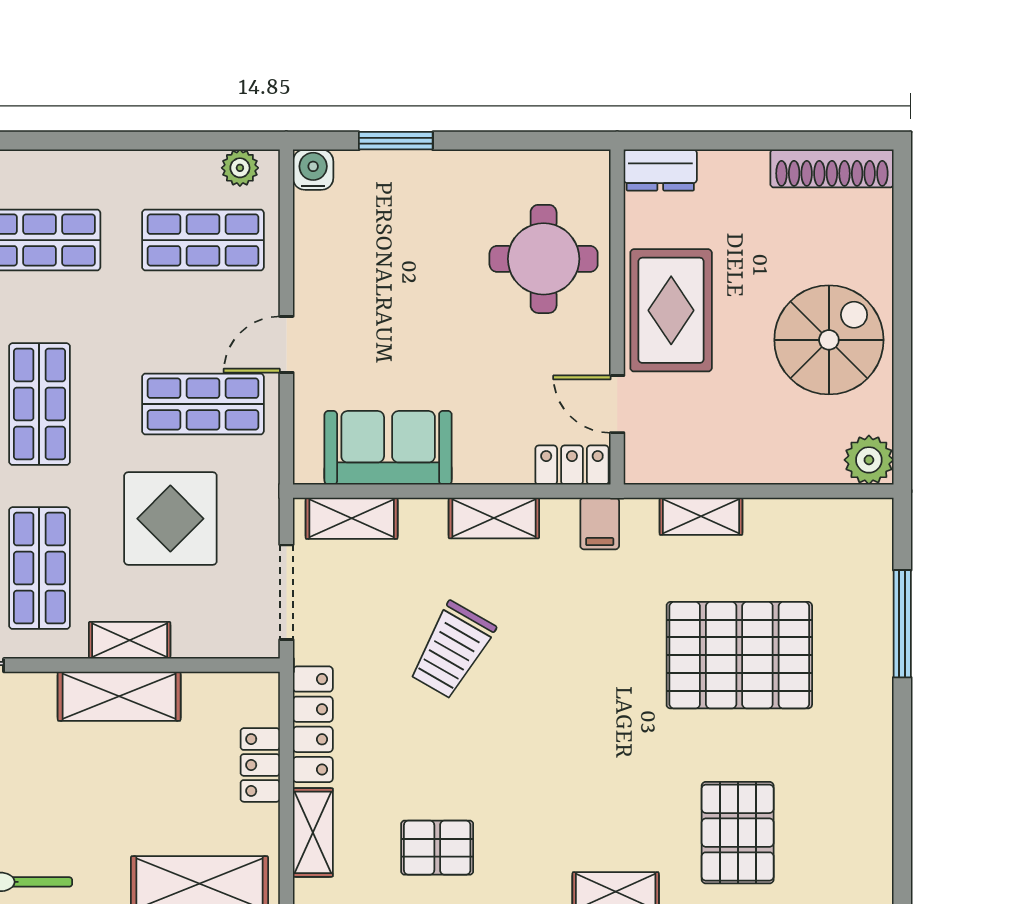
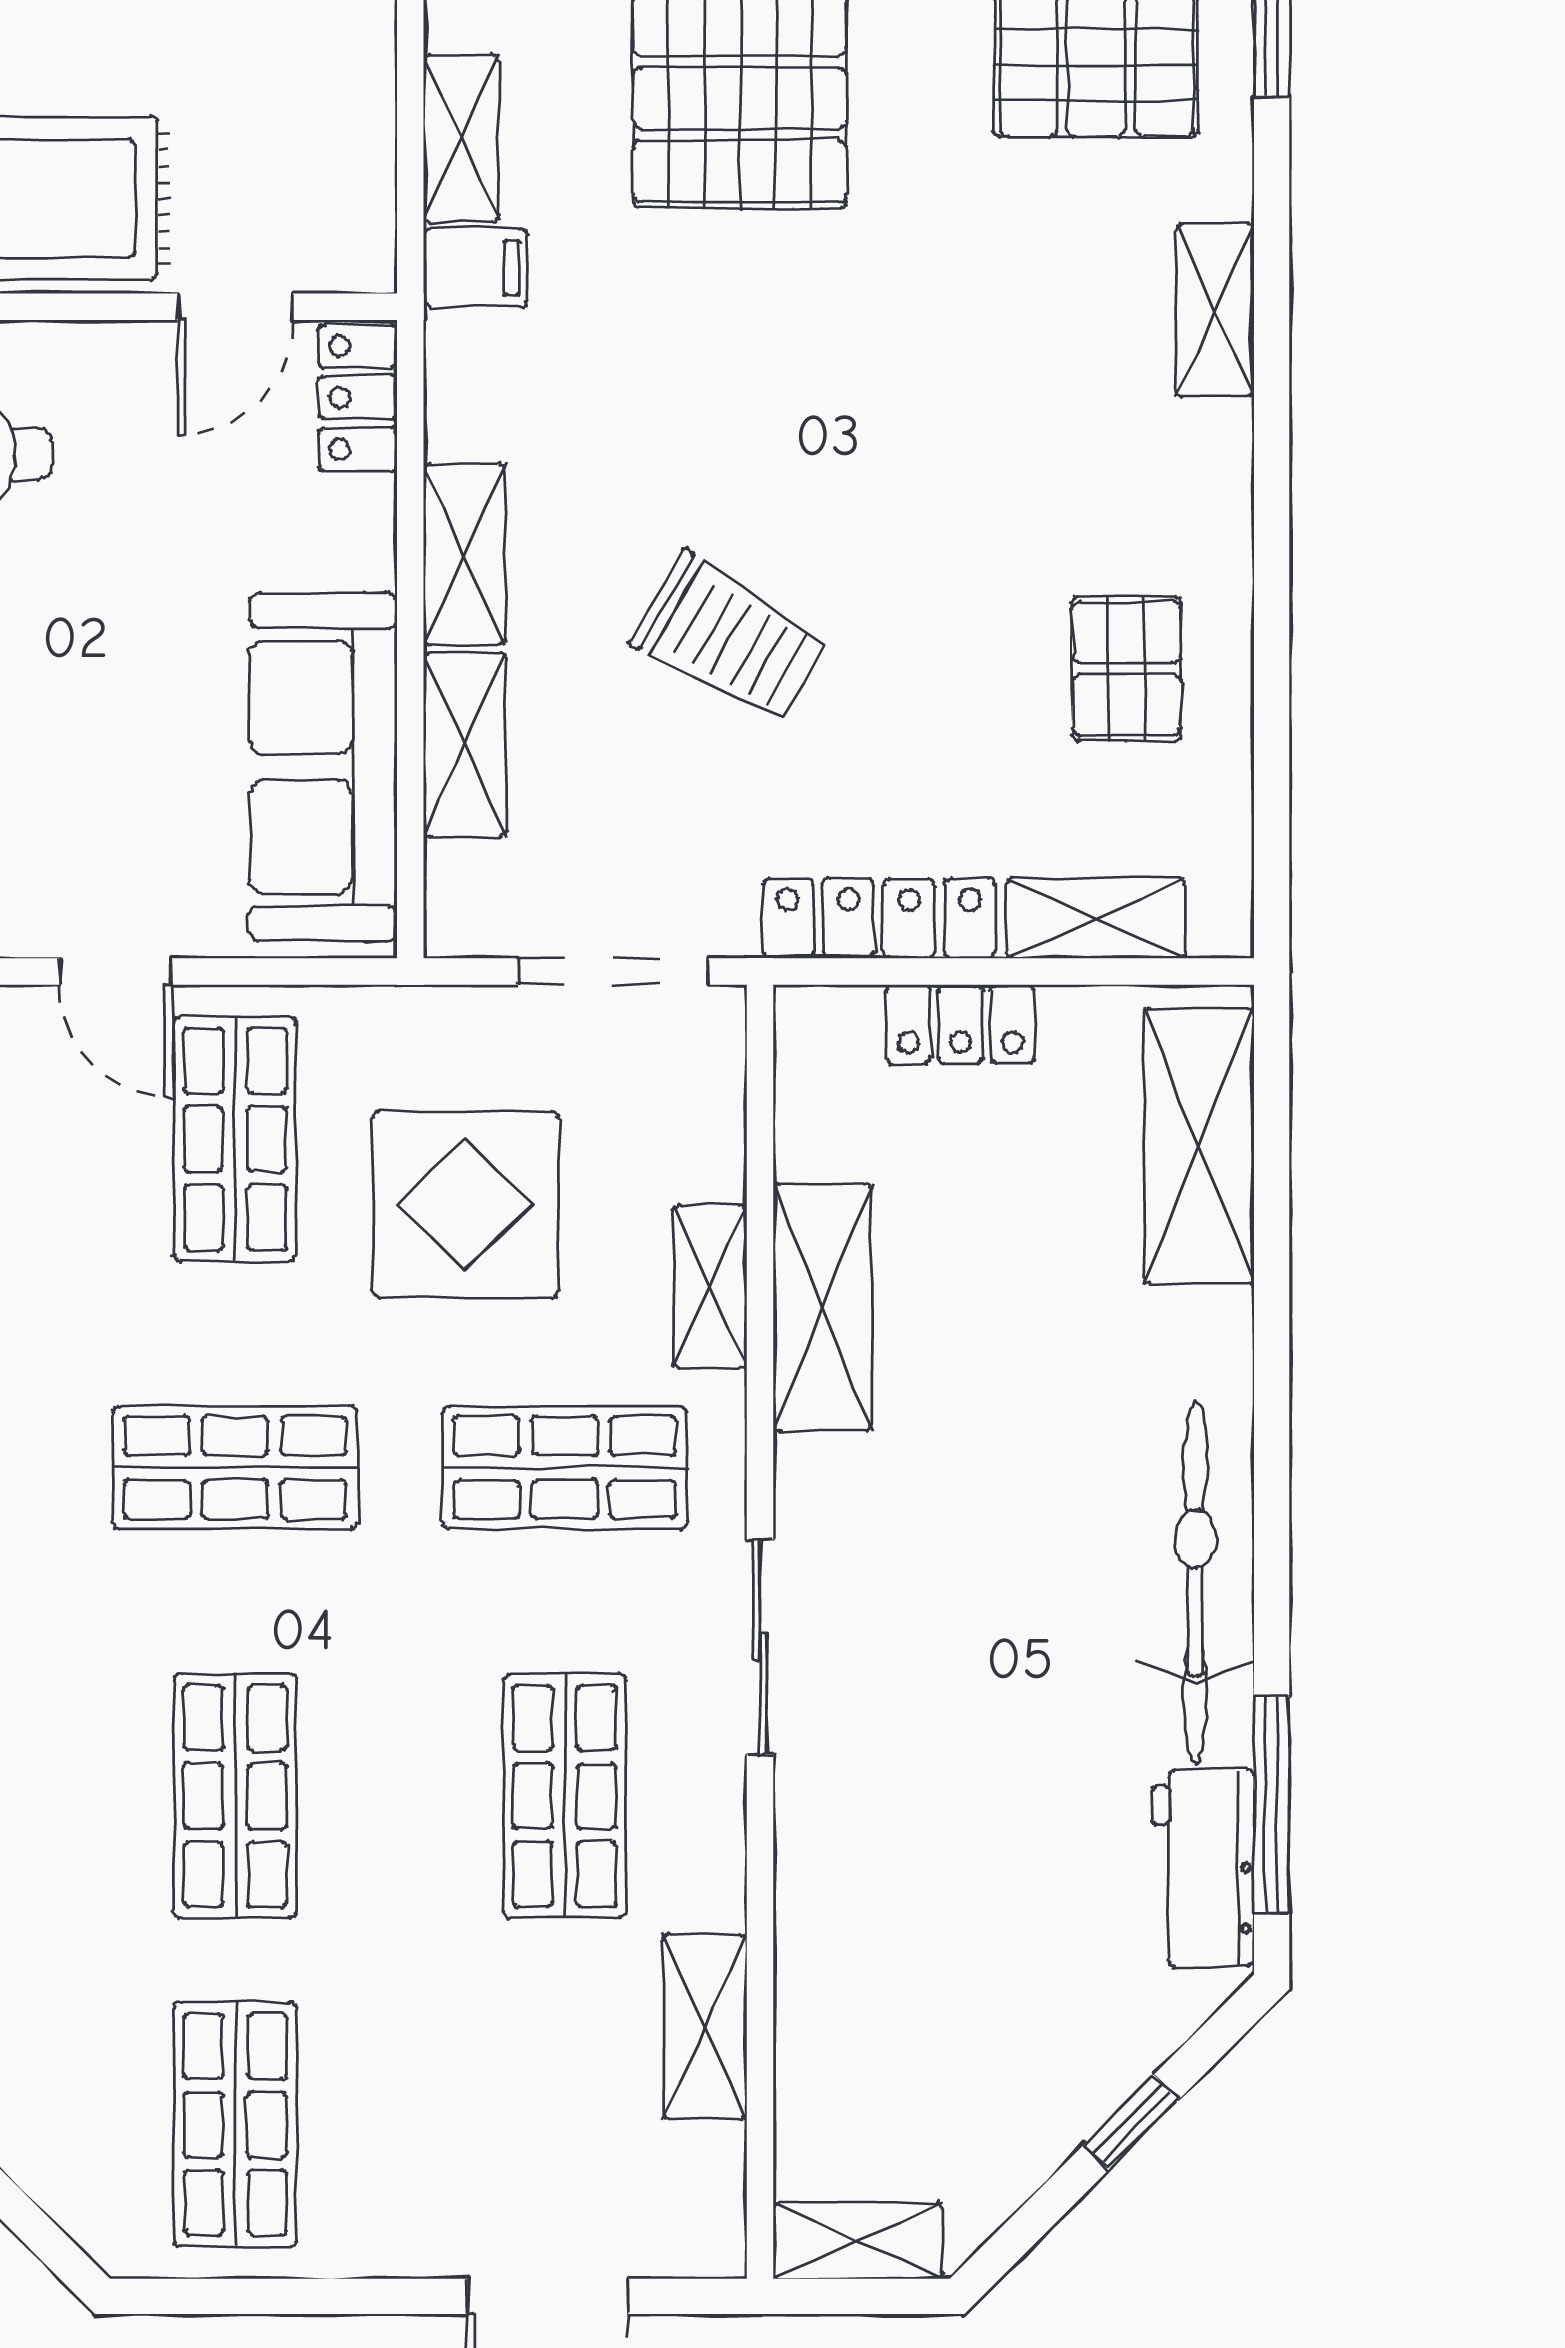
sofa: (388, 448) -> (323, 767), width x1.36
shelving: (352, 518) -> (465, 745), moved
filing cabinet: (600, 523) -> (475, 268), moved

